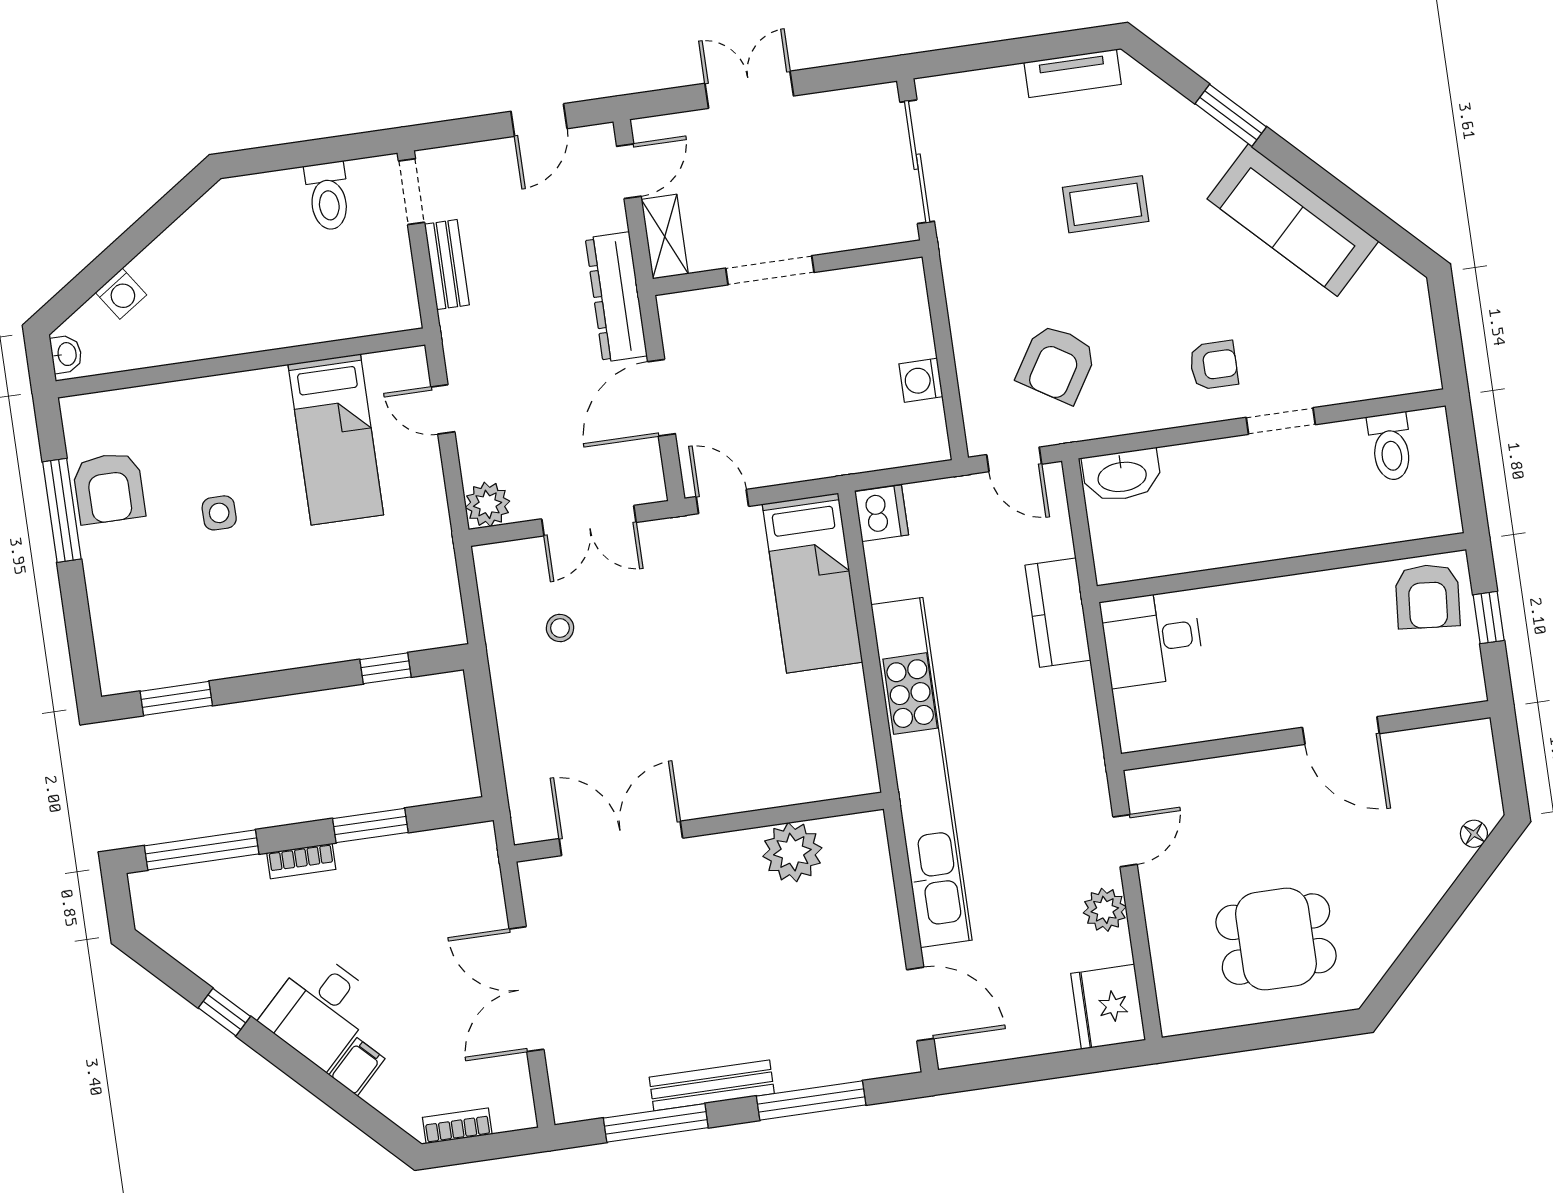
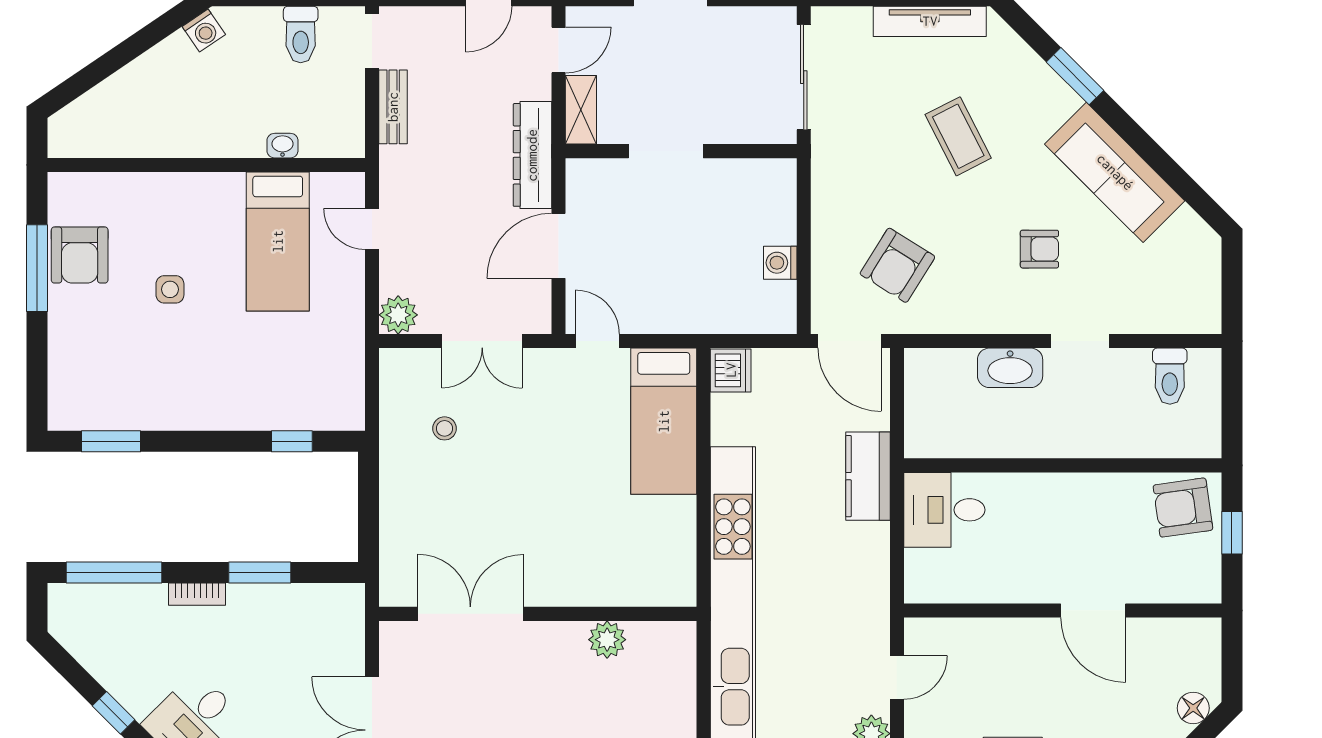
tv unit: (1073, 73) -> (930, 21), width x1.41
coffee table: (1106, 204) -> (958, 136), turned 63
washing machine: (121, 294) -> (204, 31), moved
washbasin: (66, 354) -> (282, 146), moved, turned -90
armchair: (1214, 365) -> (1039, 249), moved
door: (1014, 459) -> (850, 341), width x1.38
washbasin: (1122, 475) -> (1010, 368), moved
armchair: (1428, 596) -> (1183, 508), turned 77
floor lamp: (1474, 834) -> (1193, 708), width x1.37, depth x1.37
plant: (792, 852) -> (607, 640), width x0.73, depth x0.73

